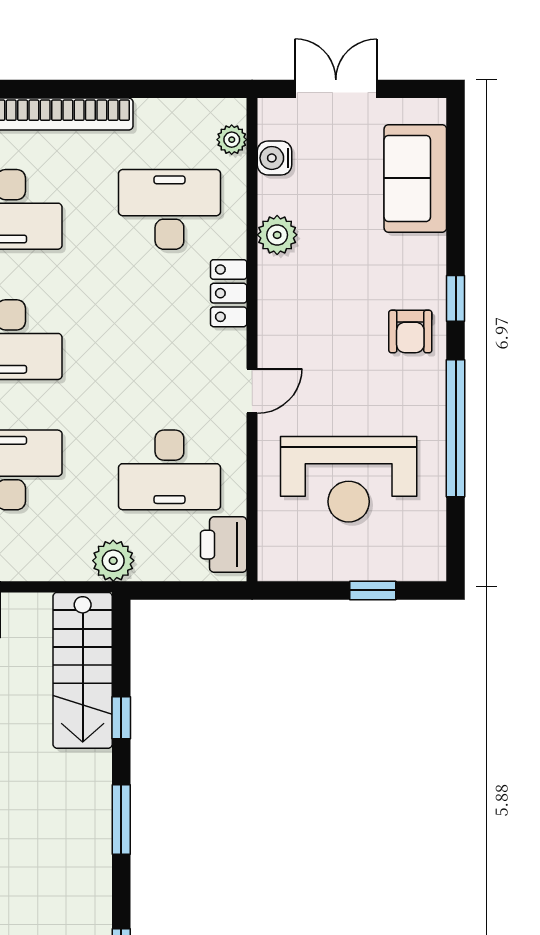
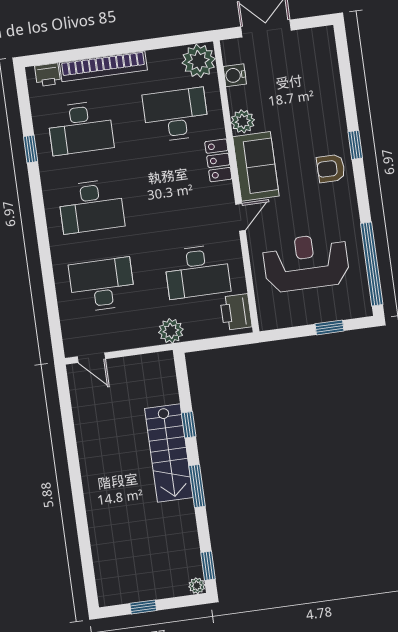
plant: (232, 140) -> (199, 61), width x1.88, depth x1.88
sofa: (415, 178) -> (256, 166), moved, turned 180
armchair: (410, 331) -> (331, 168), turned 90
window: (456, 428) -> (372, 264), moved
reception desk: (349, 479) -> (306, 262), turned 180
stairs: (83, 670) -> (169, 453), moved

